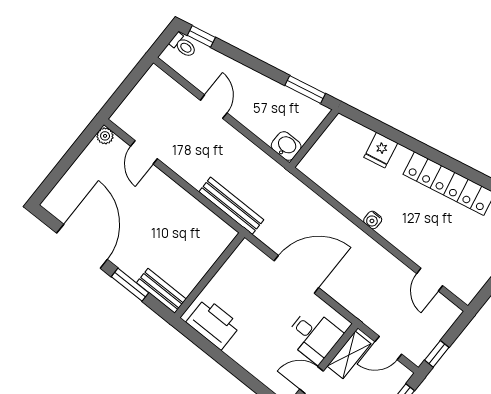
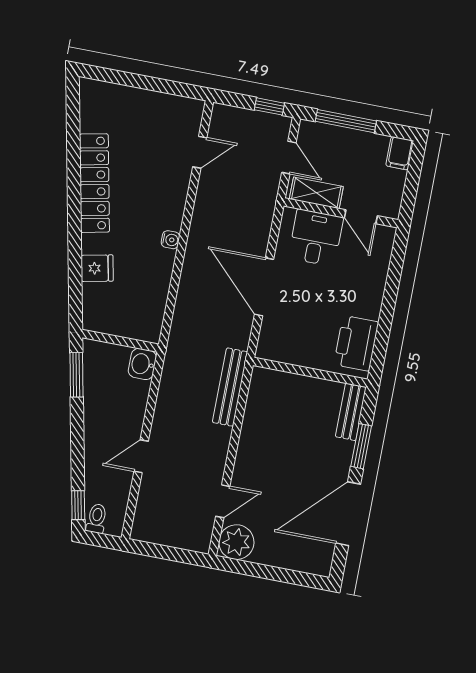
plant: (105, 136) -> (236, 542), width x1.88, depth x1.88

